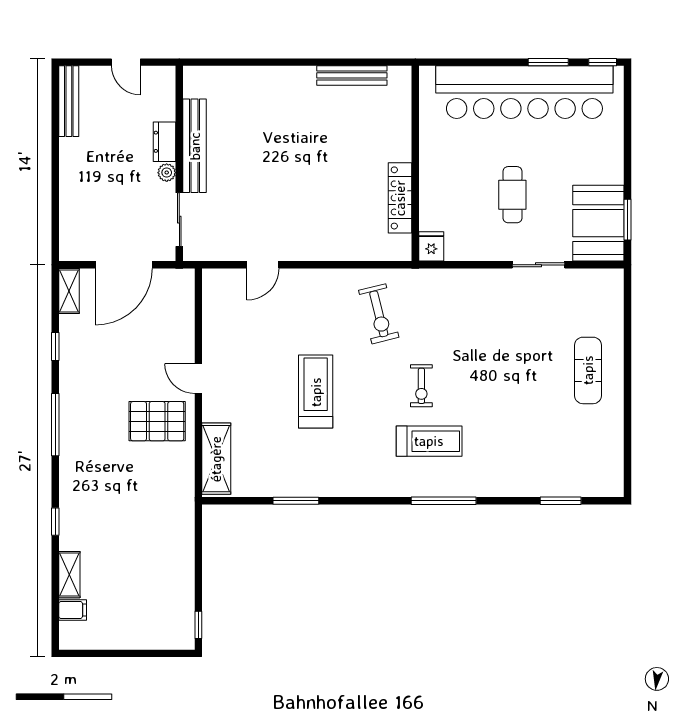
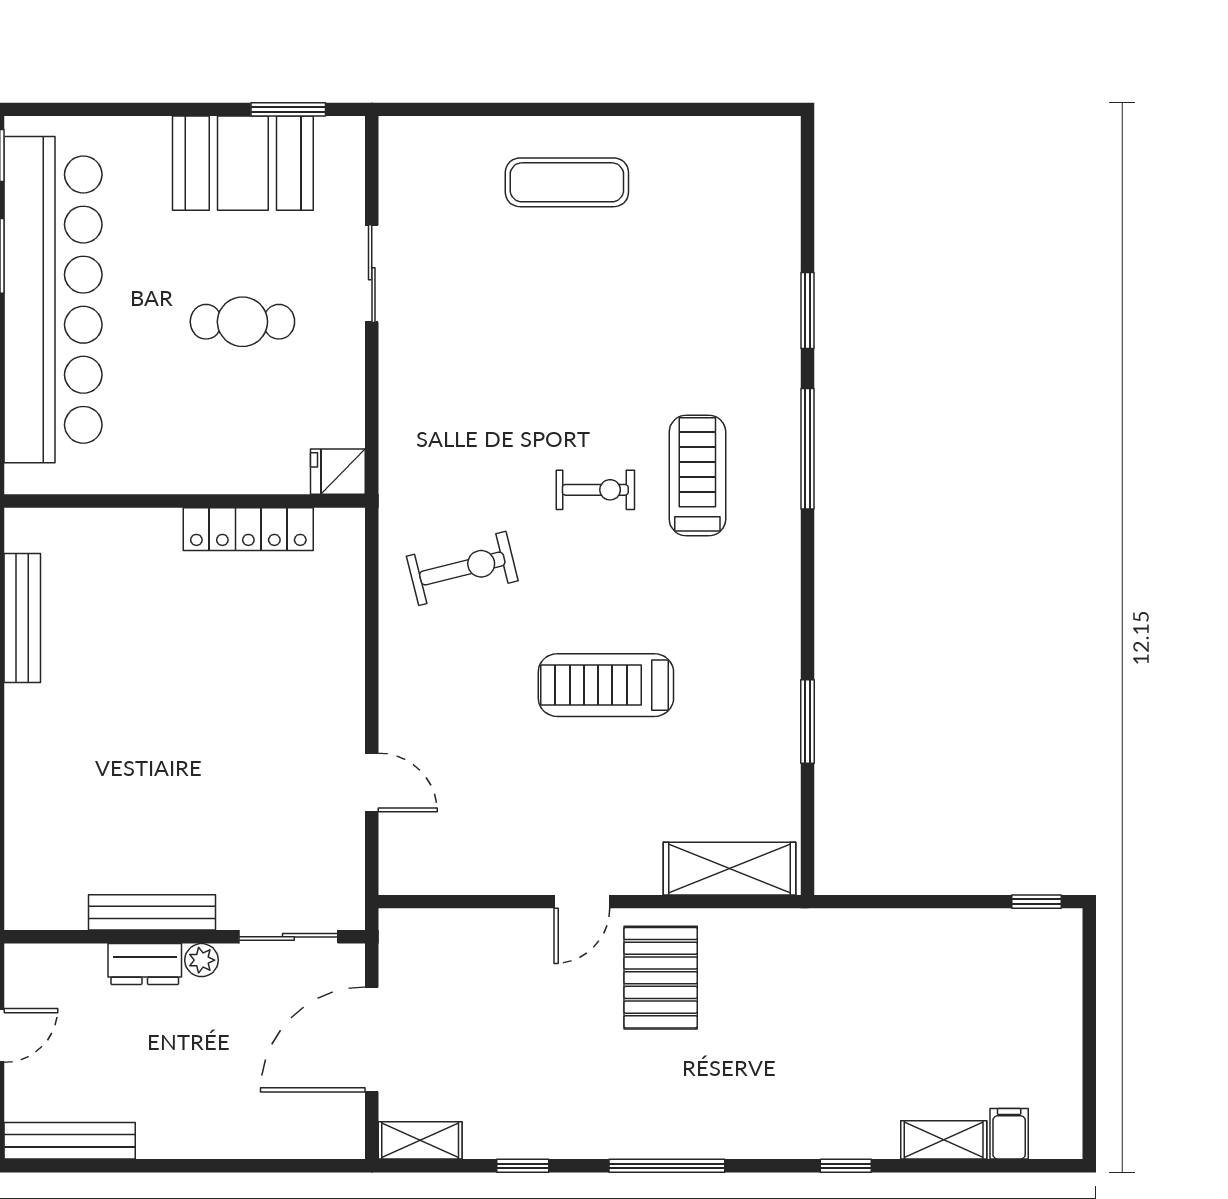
bench: (195, 146) -> (152, 912), width x0.73, depth x0.82
booth: (598, 223) -> (243, 163), moved
door: (124, 265) -> (372, 1039), swing flipped
window: (561, 501) -> (808, 310), moved

